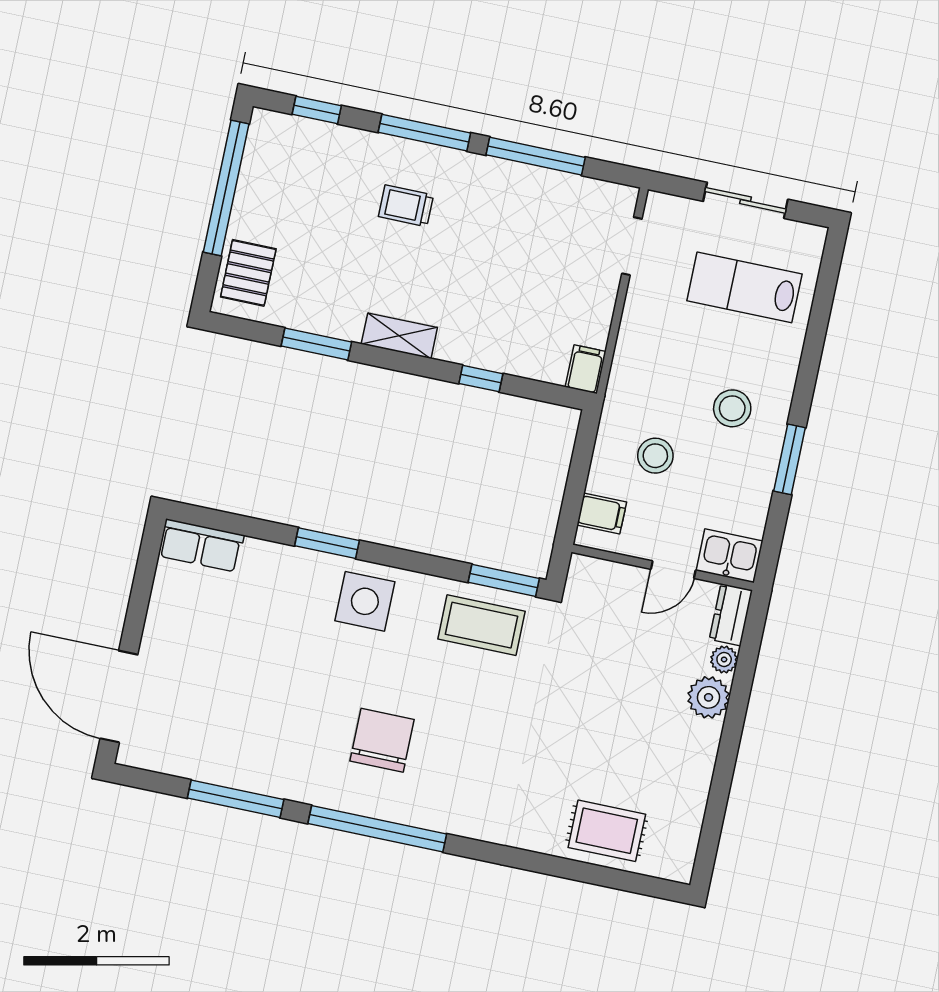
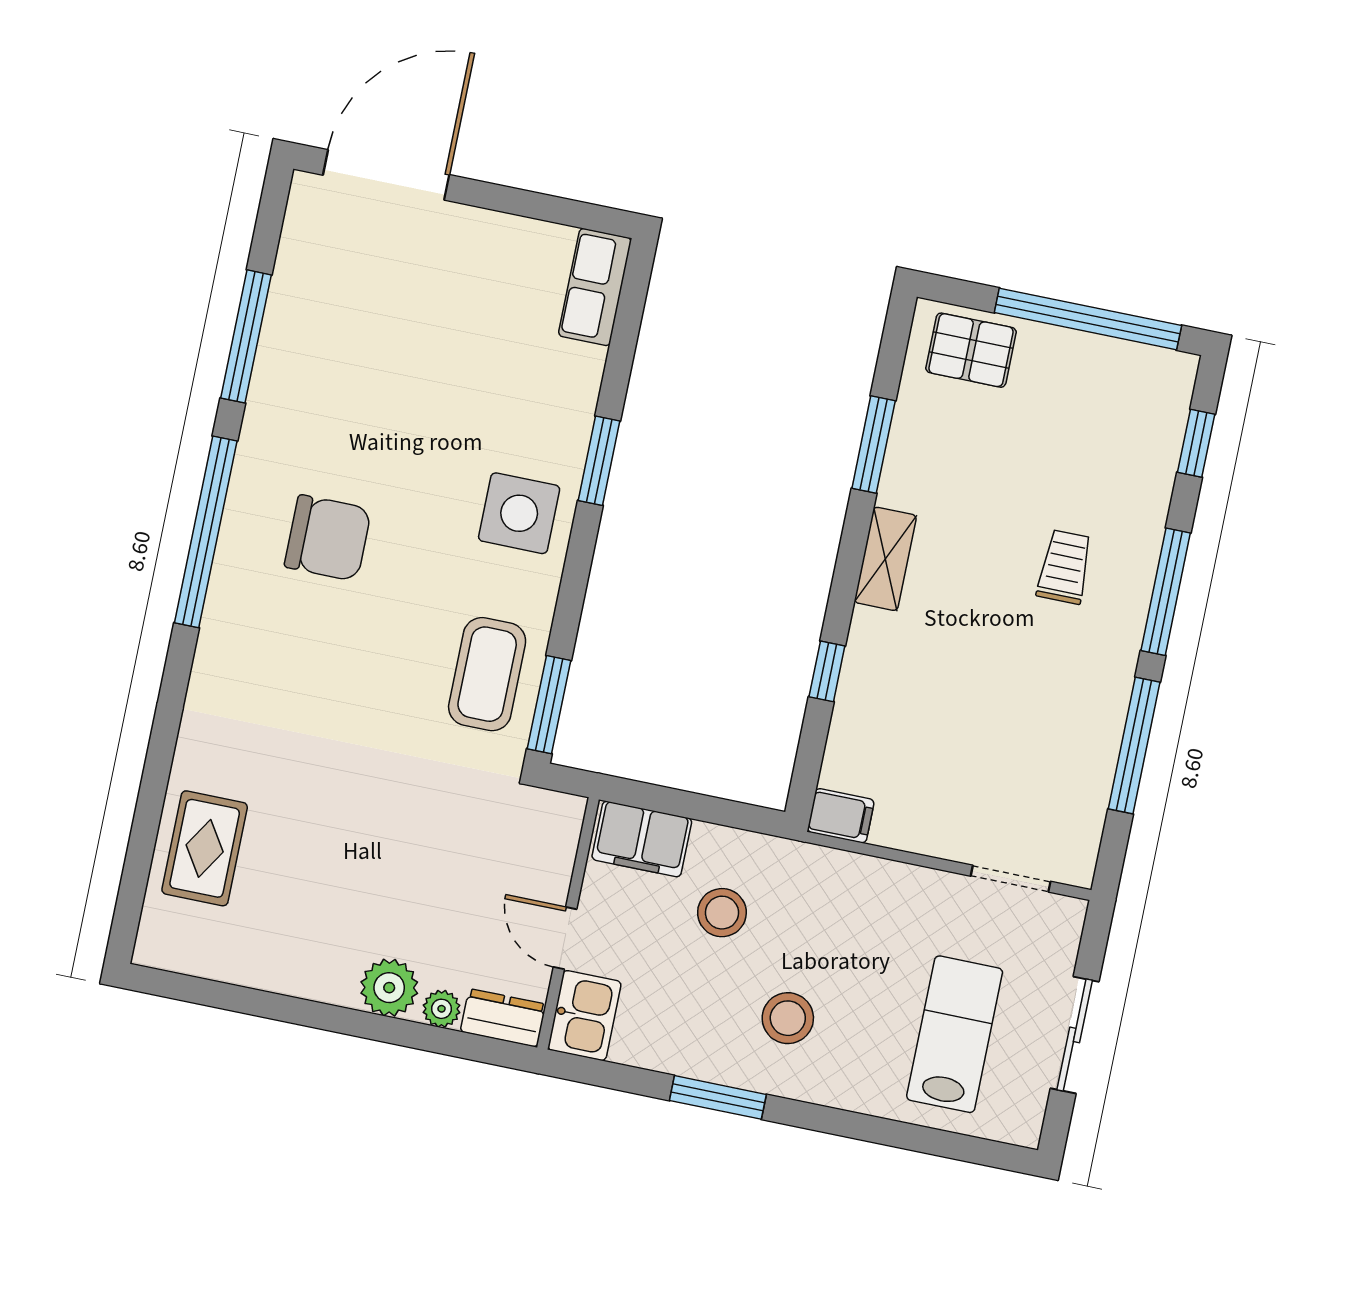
filing cabinet: (602, 514) -> (642, 839), width x2.00

